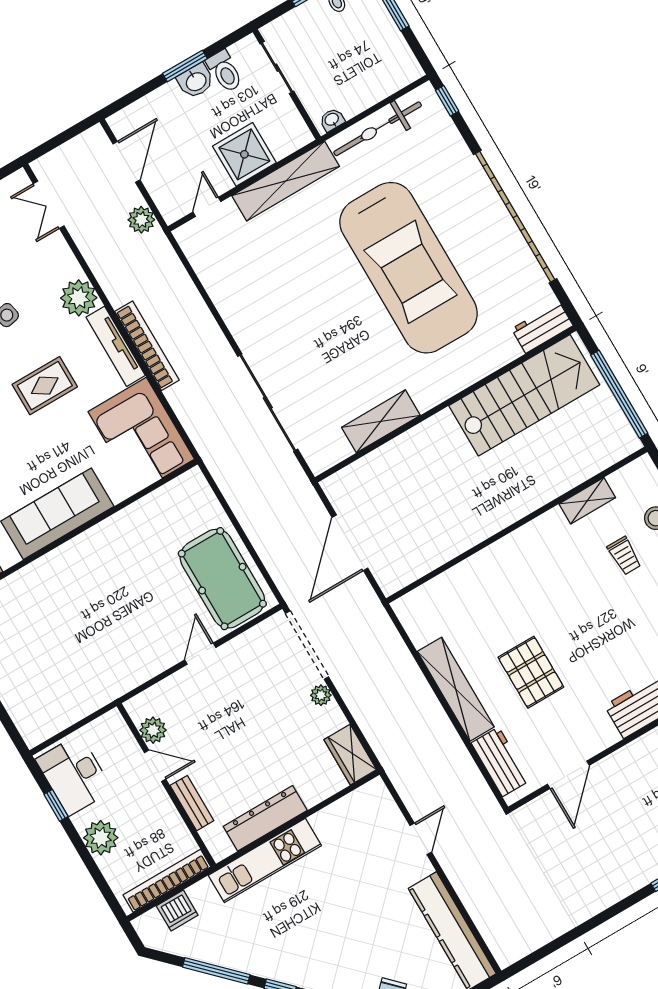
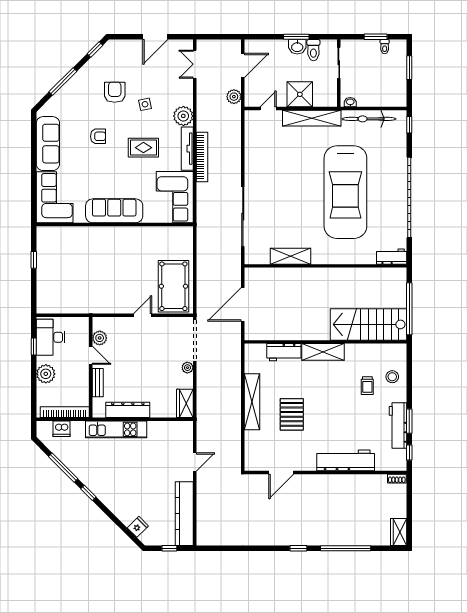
stairs: (524, 395) -> (368, 324), moved, turned 180
shelving: (587, 501) -> (323, 352), moved, width x1.50, depth x1.33
workbench: (501, 762) -> (284, 352), moved, turned 90

